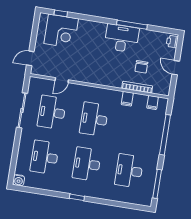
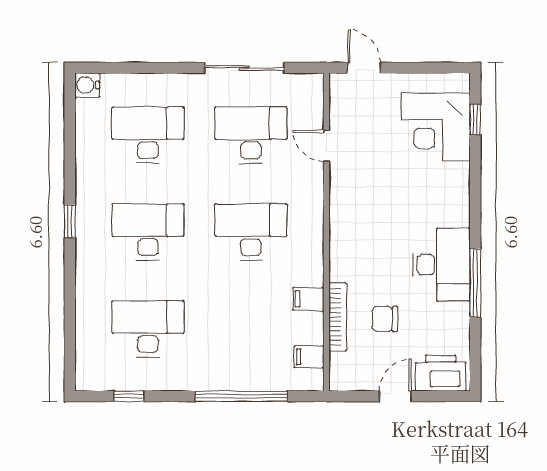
printer: (172, 41) -> (441, 373), width x1.87, depth x1.48
window: (157, 184) -> (129, 396), width x0.46

